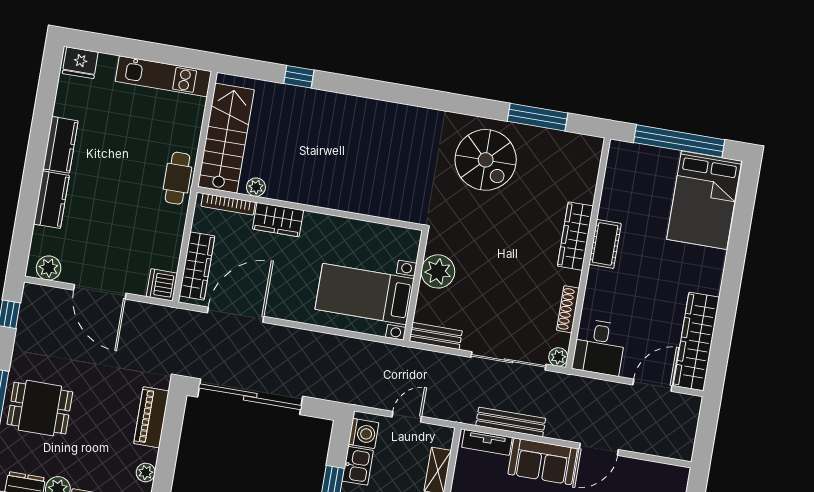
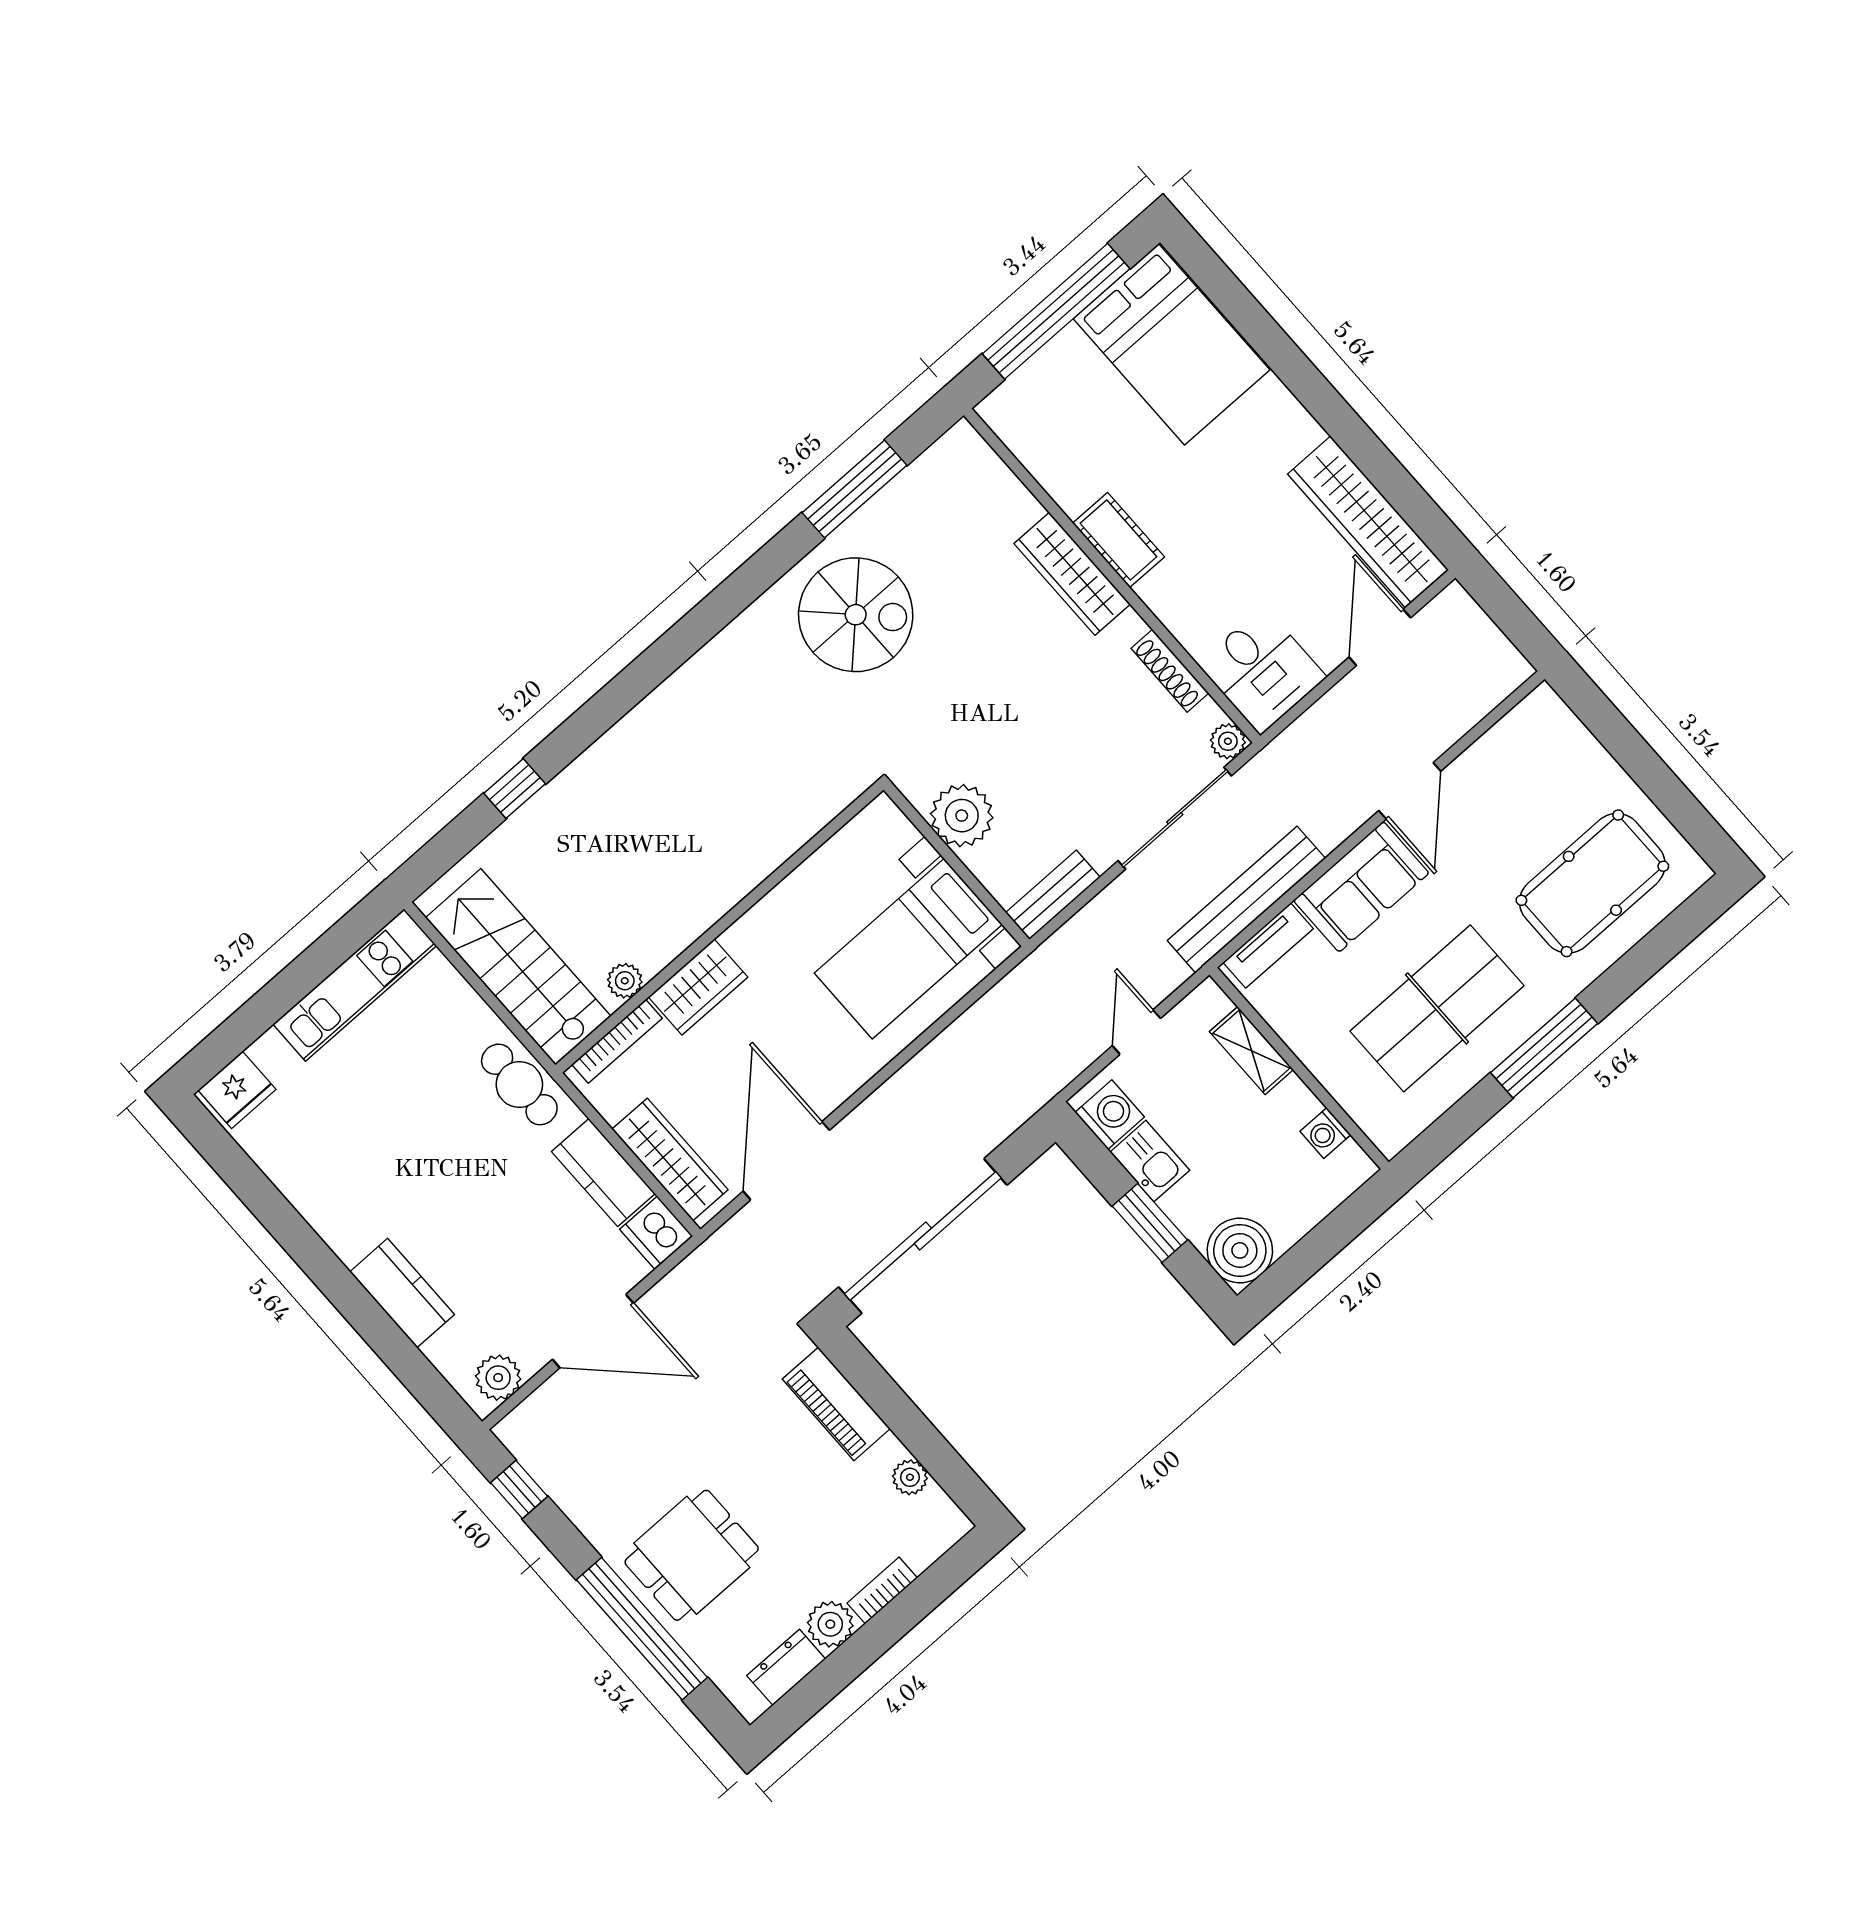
kitchen counter: (61, 145) -> (603, 1173), moved, turned 180
bench: (511, 422) -> (1246, 900), width x1.37, depth x1.21

